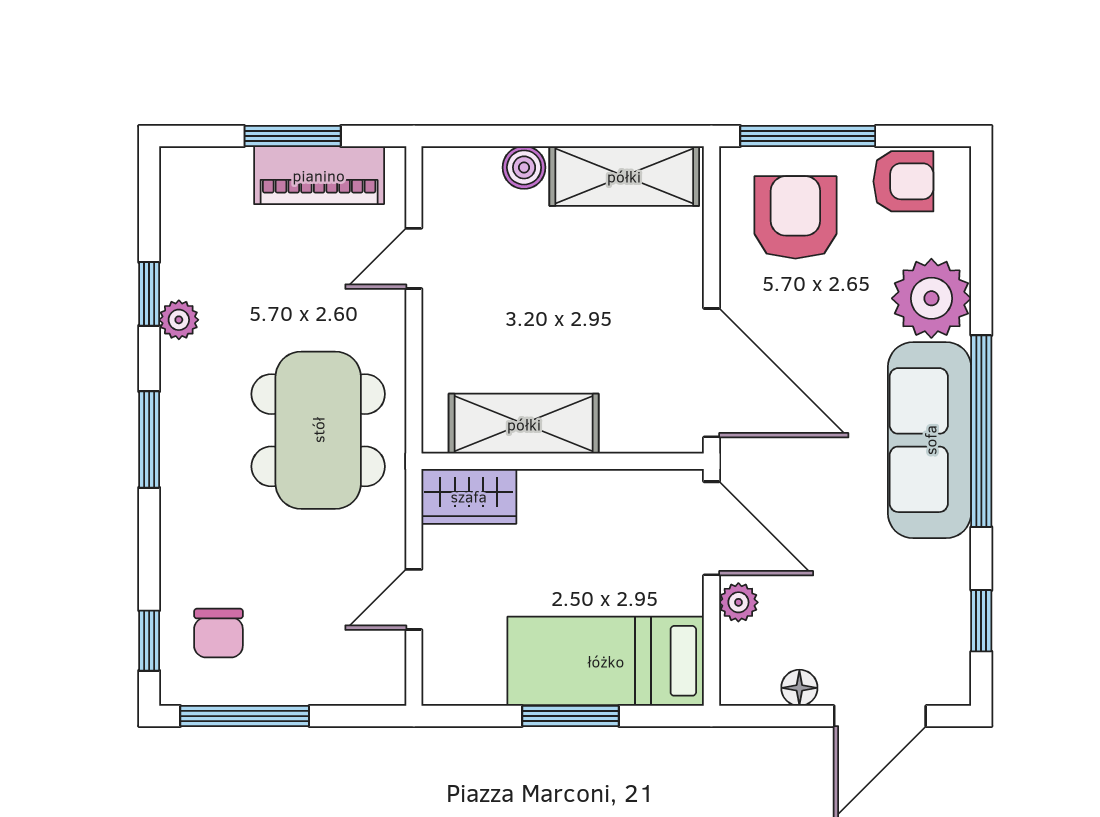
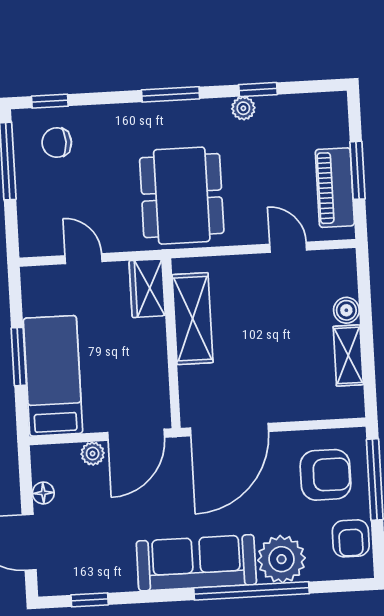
shelving: (624, 176) -> (348, 355), width x0.67, depth x0.75
dining table: (318, 430) -> (182, 196), turned 90
window: (981, 431) -> (252, 591), moved

